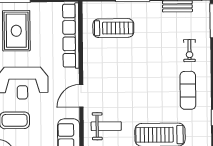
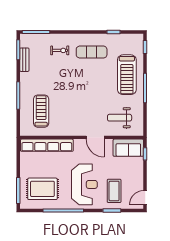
weight bench: (106, 126) -> (120, 118), turned -90

